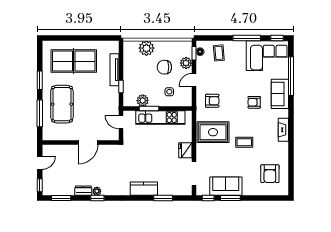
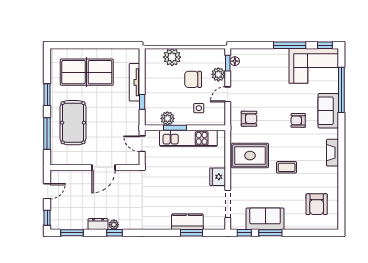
coffee table: (219, 53) -> (257, 63), removed
kitchen counter: (144, 189) -> (187, 222), moved

